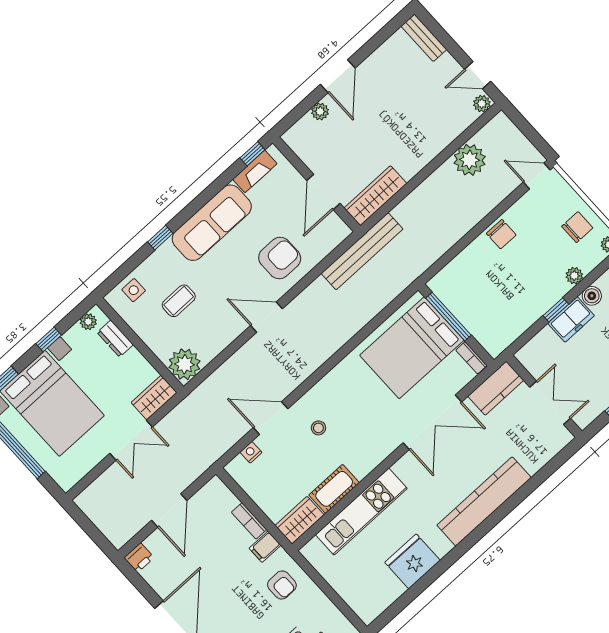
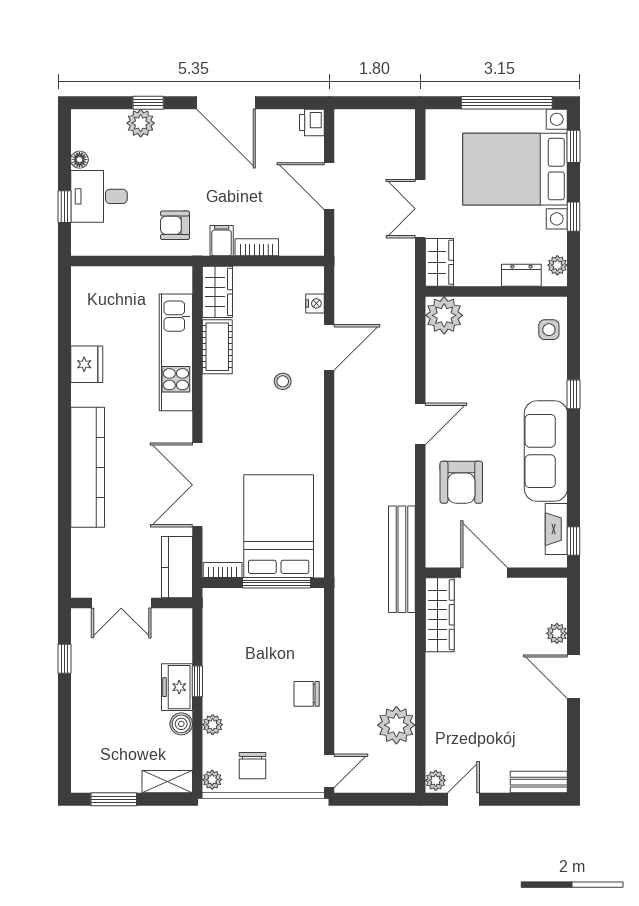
coffee table: (179, 301) -> (504, 360), removed
fridge: (413, 561) -> (87, 364), width x0.73, depth x0.75

